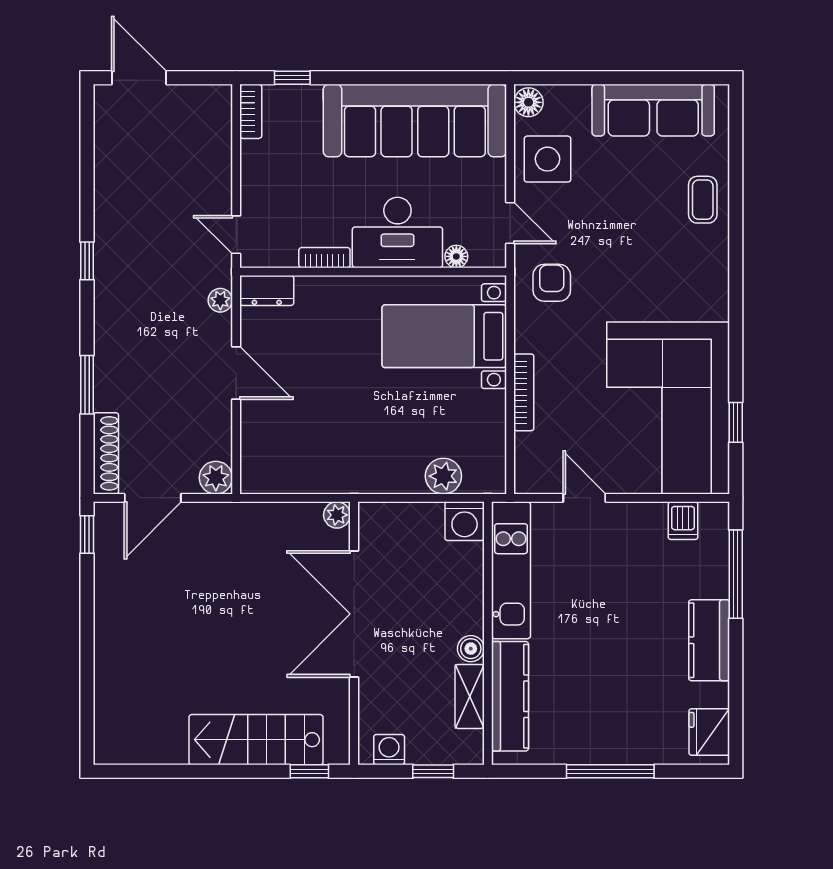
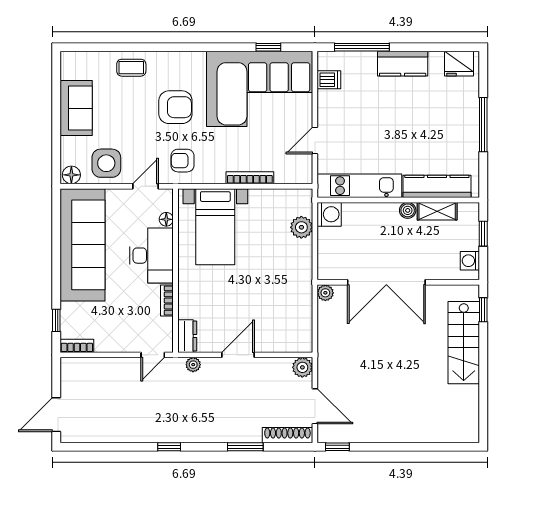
sofa: (653, 110) -> (76, 108), width x0.73
armchair: (638, 271) -> (175, 107), added

